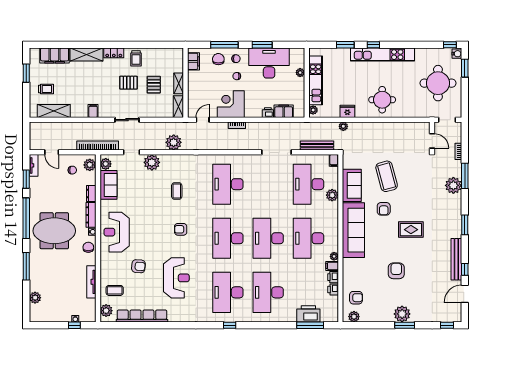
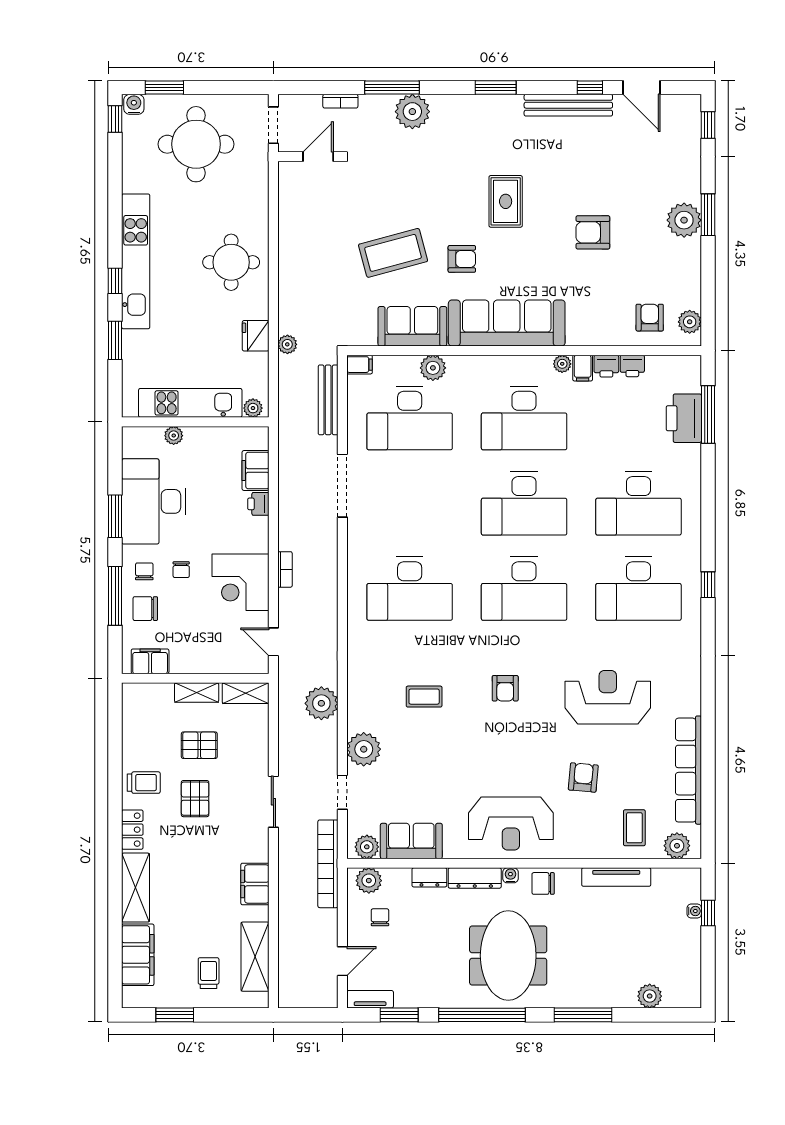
filing cabinet: (93, 111) -> (255, 884), width x2.00

